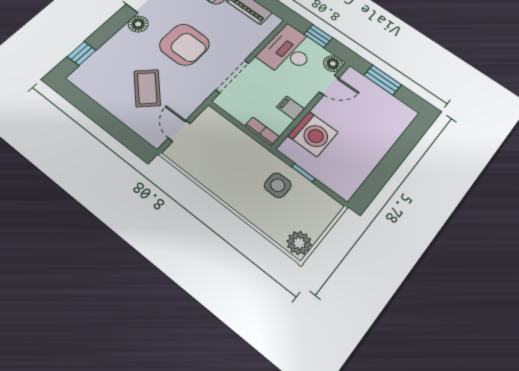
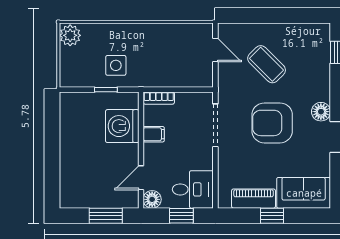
desk: (288, 51) -> (193, 189), width x0.73

